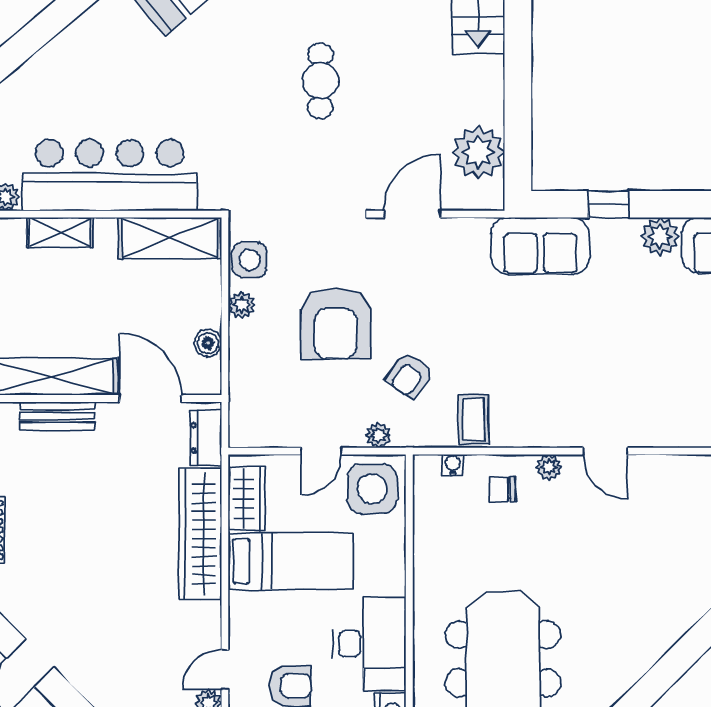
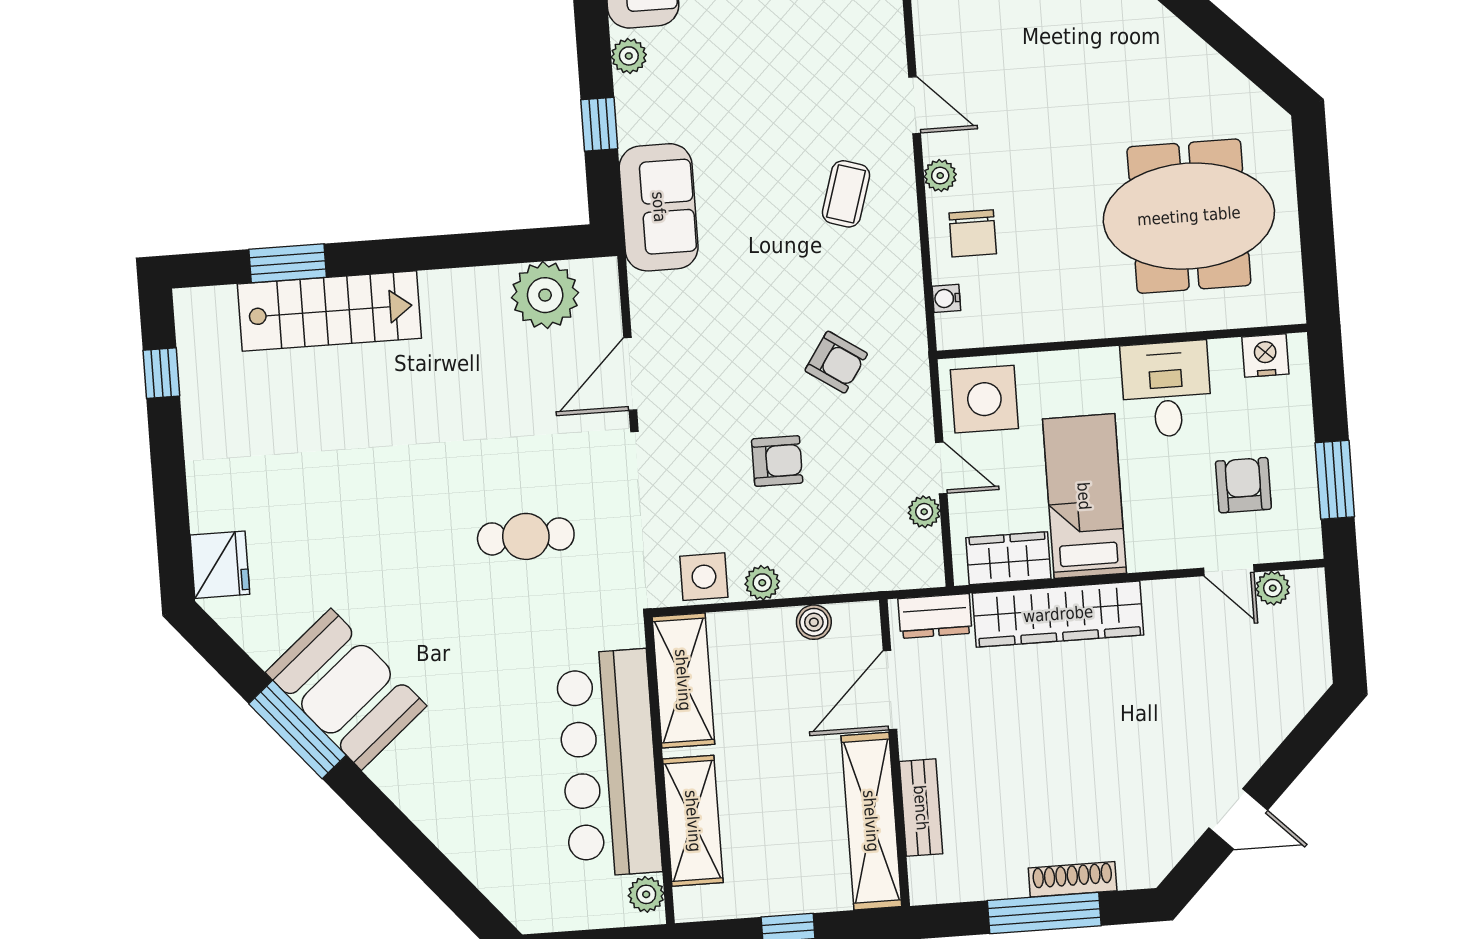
cafe table: (320, 81) -> (526, 536), moved
door: (412, 214) -> (630, 374), hinge flipped
shelving: (60, 232) -> (693, 821), width x1.50, depth x1.33
plant: (660, 236) -> (629, 56), width x0.73, depth x0.73
armchair: (336, 324) -> (777, 461), width x0.53, depth x0.53
coffee table: (474, 419) -> (846, 194), moved, turned -73
plant: (378, 435) -> (924, 512), moved
door: (605, 451) -> (915, 105), hinge flipped
chair: (502, 489) -> (973, 233), width x1.37, depth x1.37
desk: (369, 644) -> (1166, 389), width x0.73

